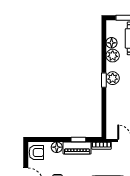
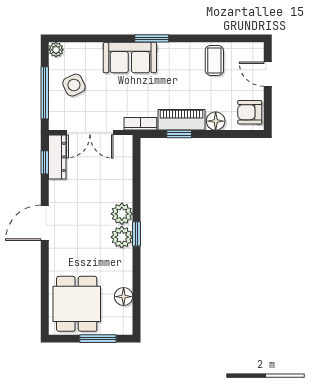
plant: (113, 56) -> (122, 214), moved

